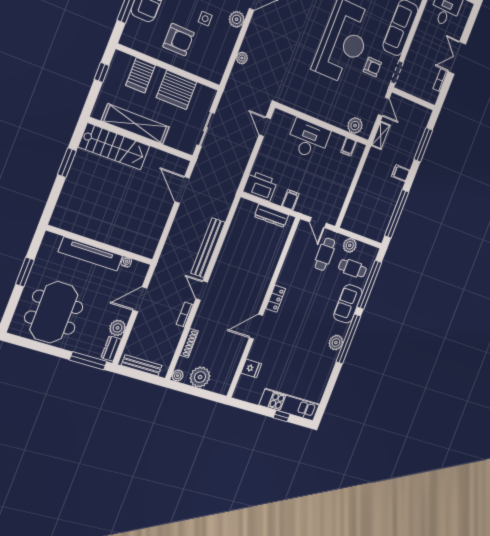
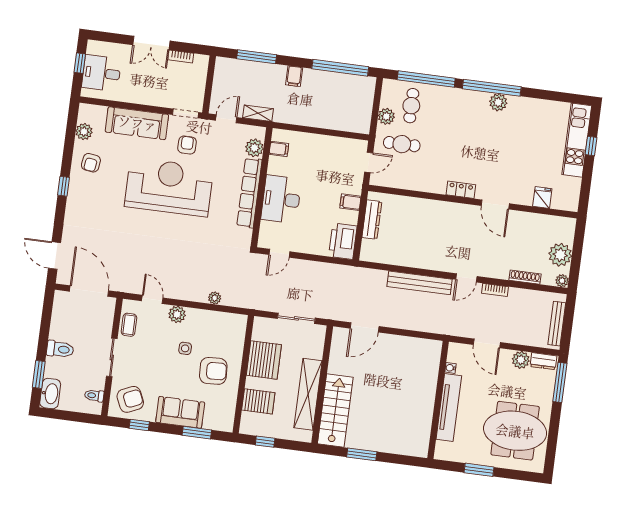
armchair: (179, 40) -> (213, 371), turned 87
row of seats: (321, 112) -> (249, 193), added
sofa: (348, 304) -> (452, 100), removed

